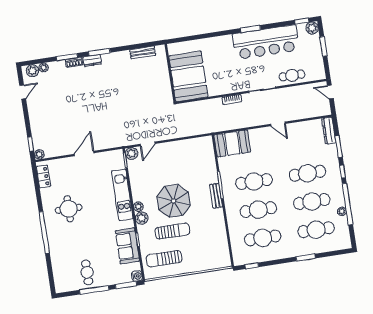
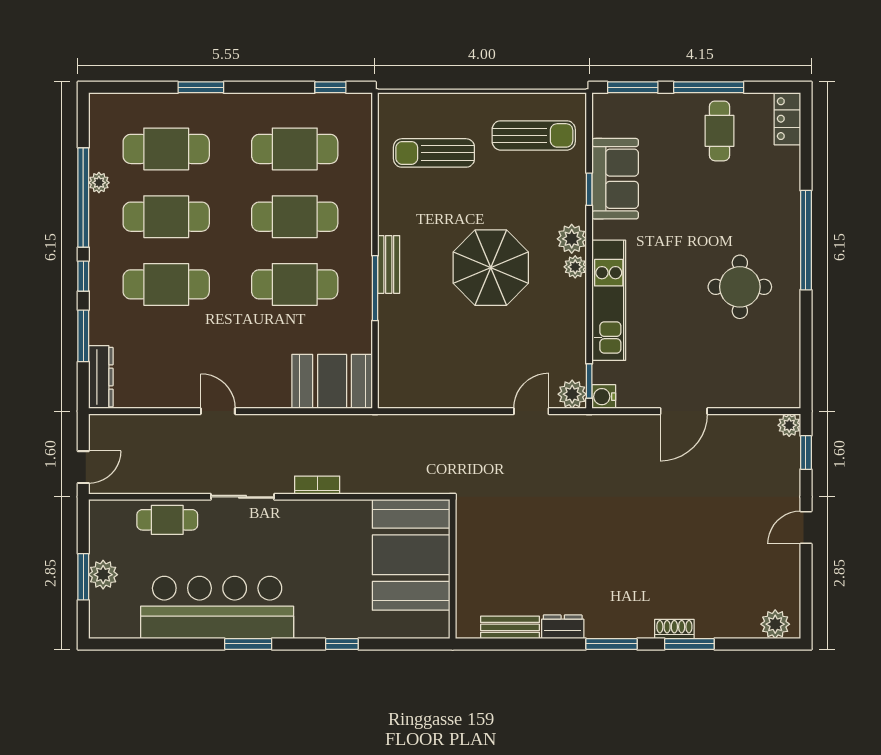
window: (302, 21) -> (342, 644), moved
plant: (312, 28) -> (103, 575), moved
dresser: (92, 60) -> (563, 627), moved
plant: (44, 67) -> (748, 628), removed
door: (23, 92) -> (806, 527), moved
door: (330, 92) -> (83, 467), hinge flipped
locker: (43, 177) -> (787, 119), moved
sun lounger: (172, 231) -> (434, 153), moved
water cooler: (137, 276) -> (604, 397), moved

